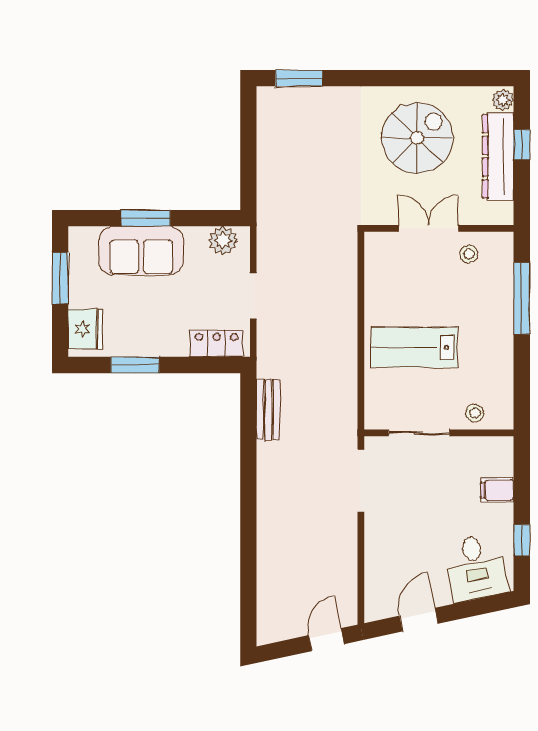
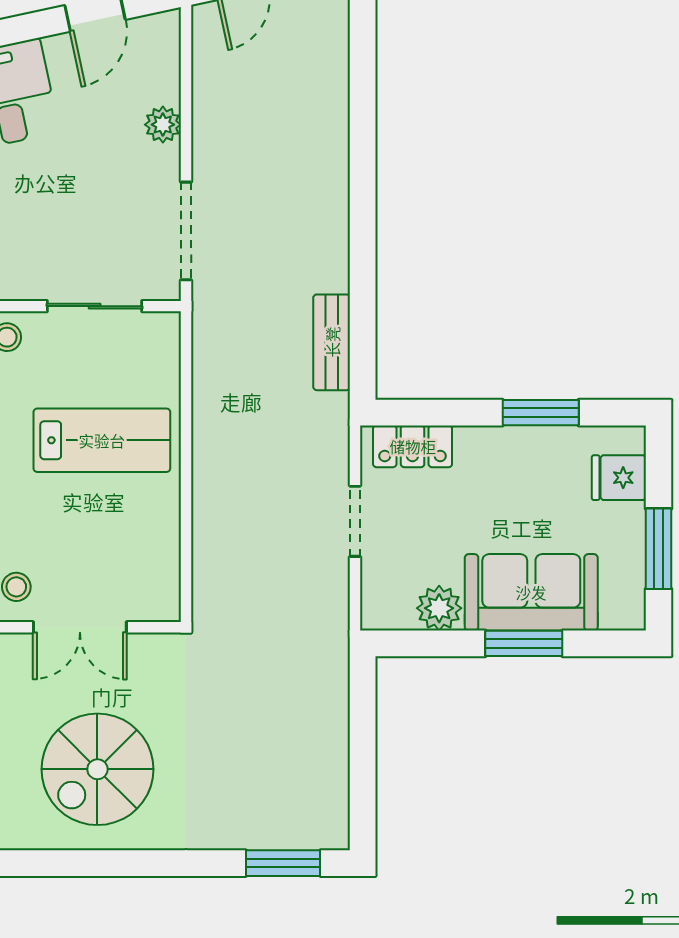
plant: (223, 240) -> (439, 608), moved
fridge: (85, 329) -> (619, 478), width x0.72
plant: (376, 548) -> (163, 125), added

